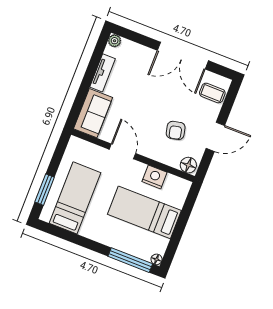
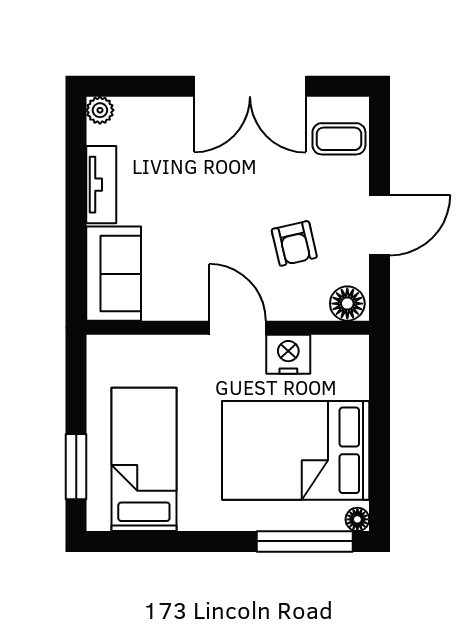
door: (122, 151) -> (237, 328), moved
bed: (144, 212) -> (296, 450), width x1.50

